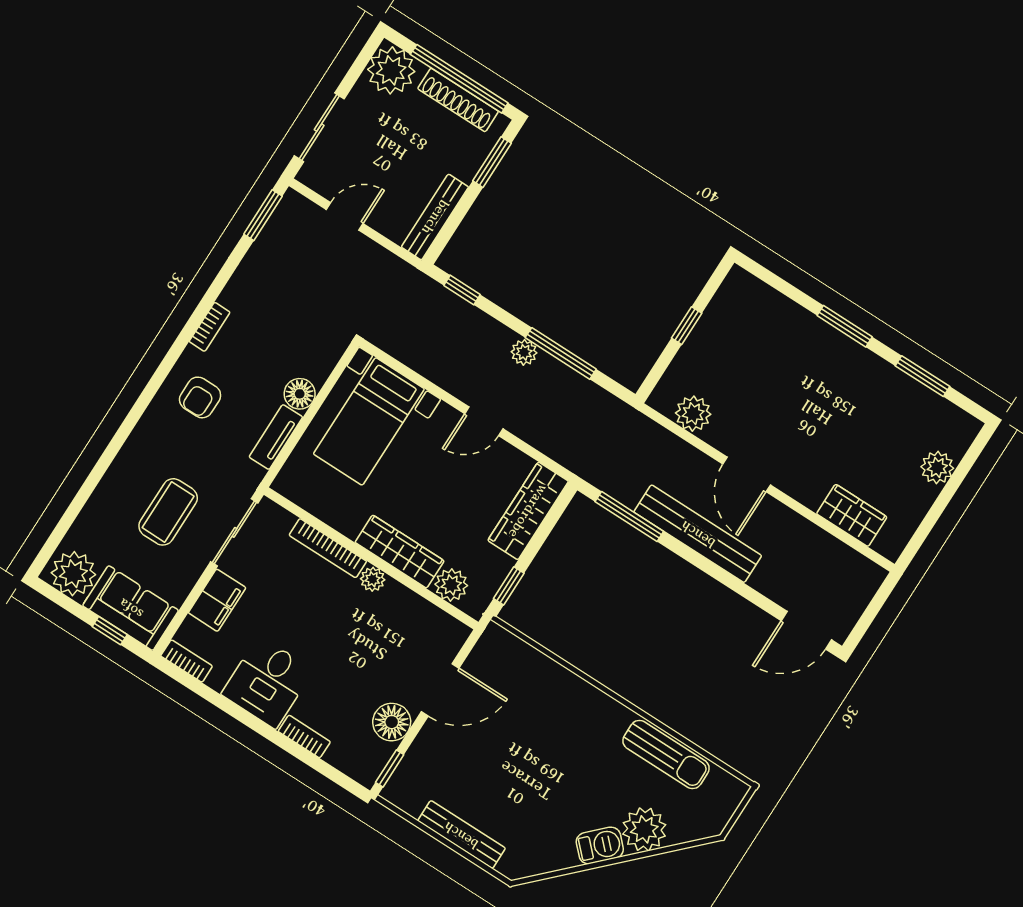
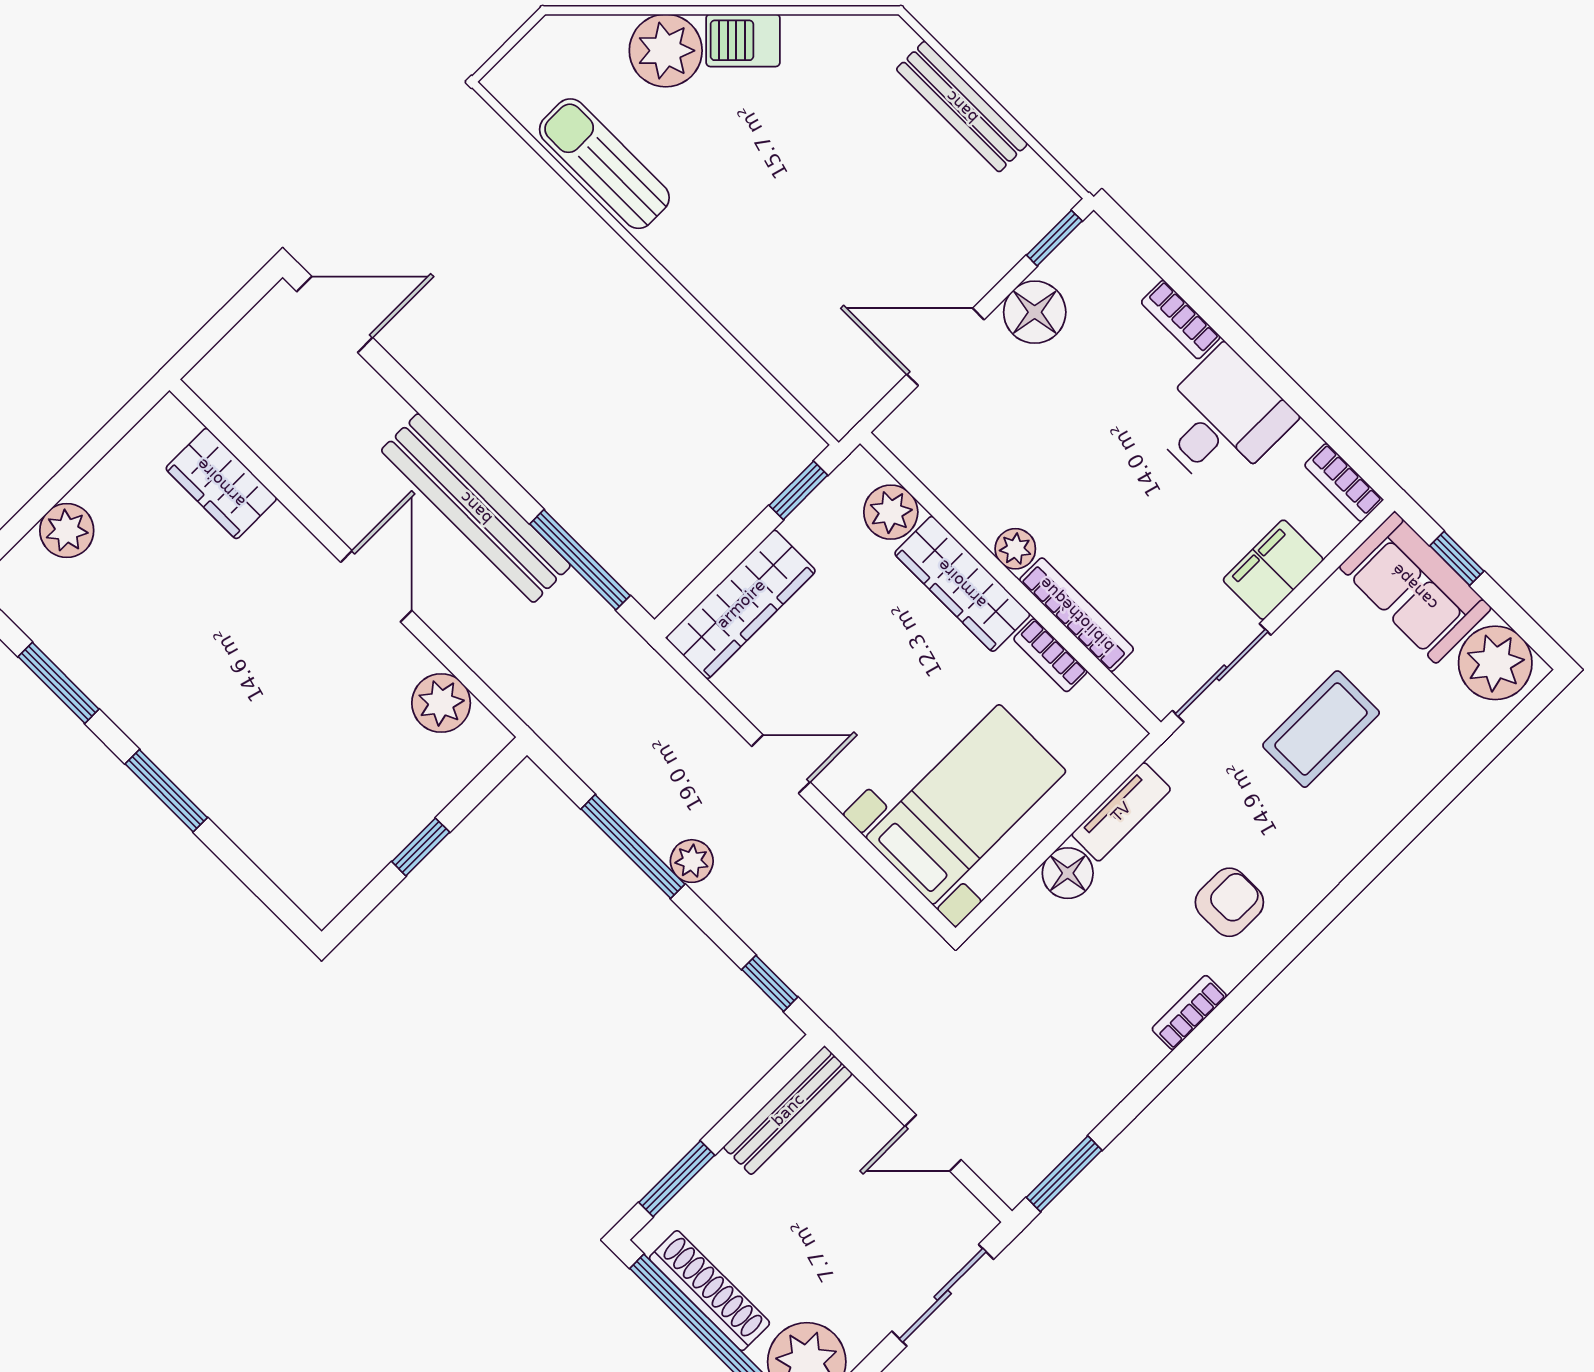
bookcase: (338, 521) -> (1050, 655), added

